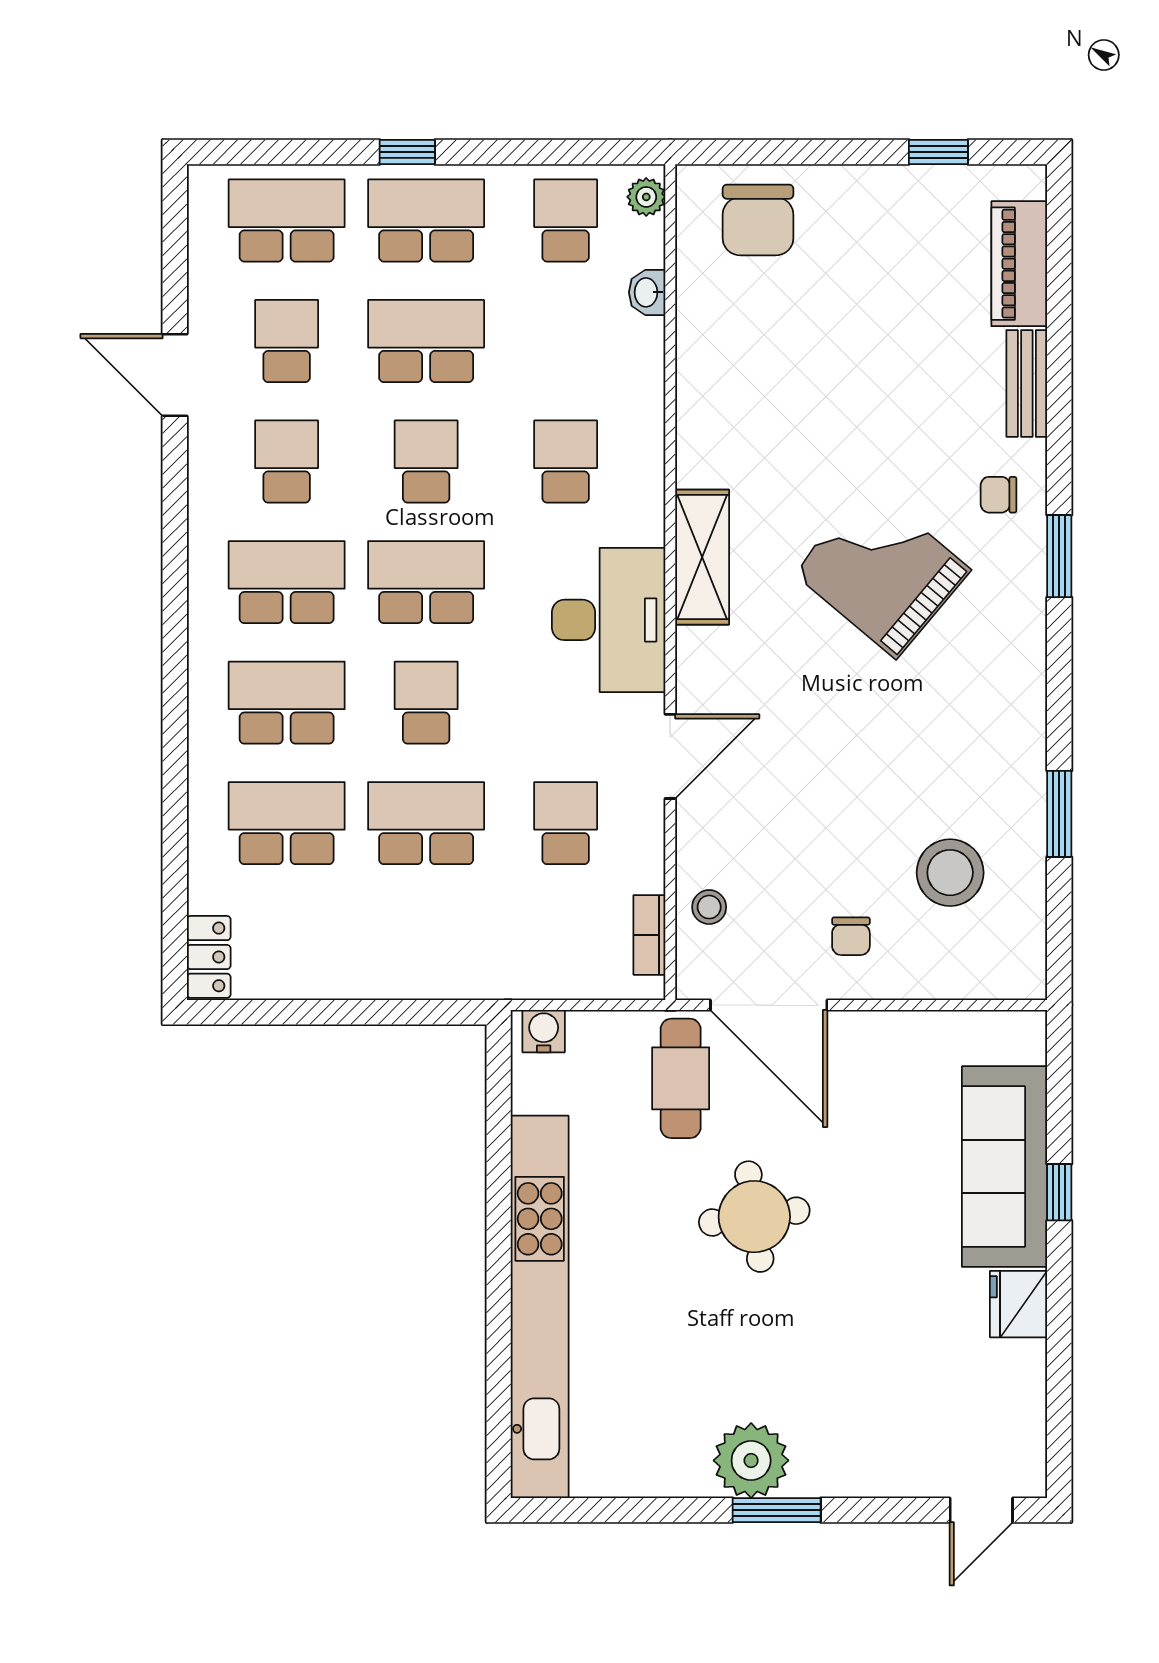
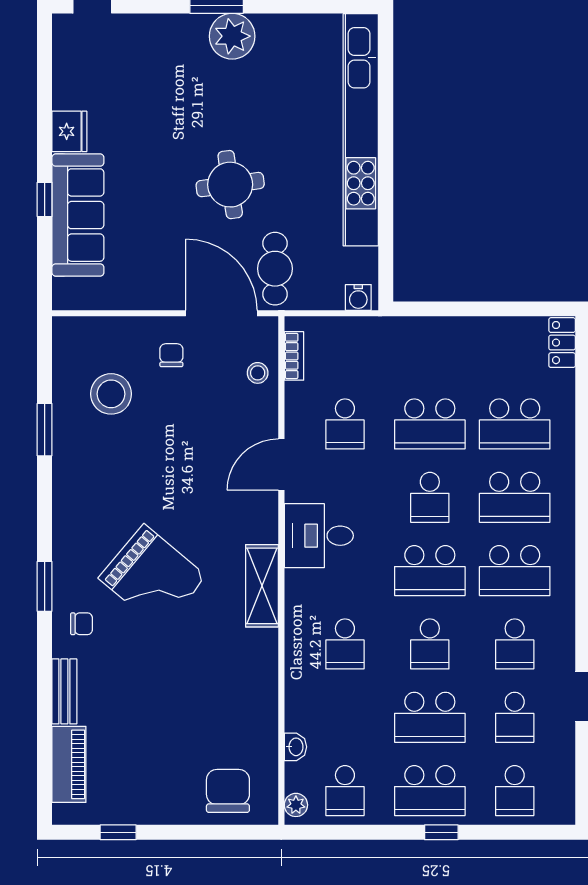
school desk: (287, 221) -> (515, 791), width x0.54
desk: (609, 620) -> (319, 536), width x0.73

